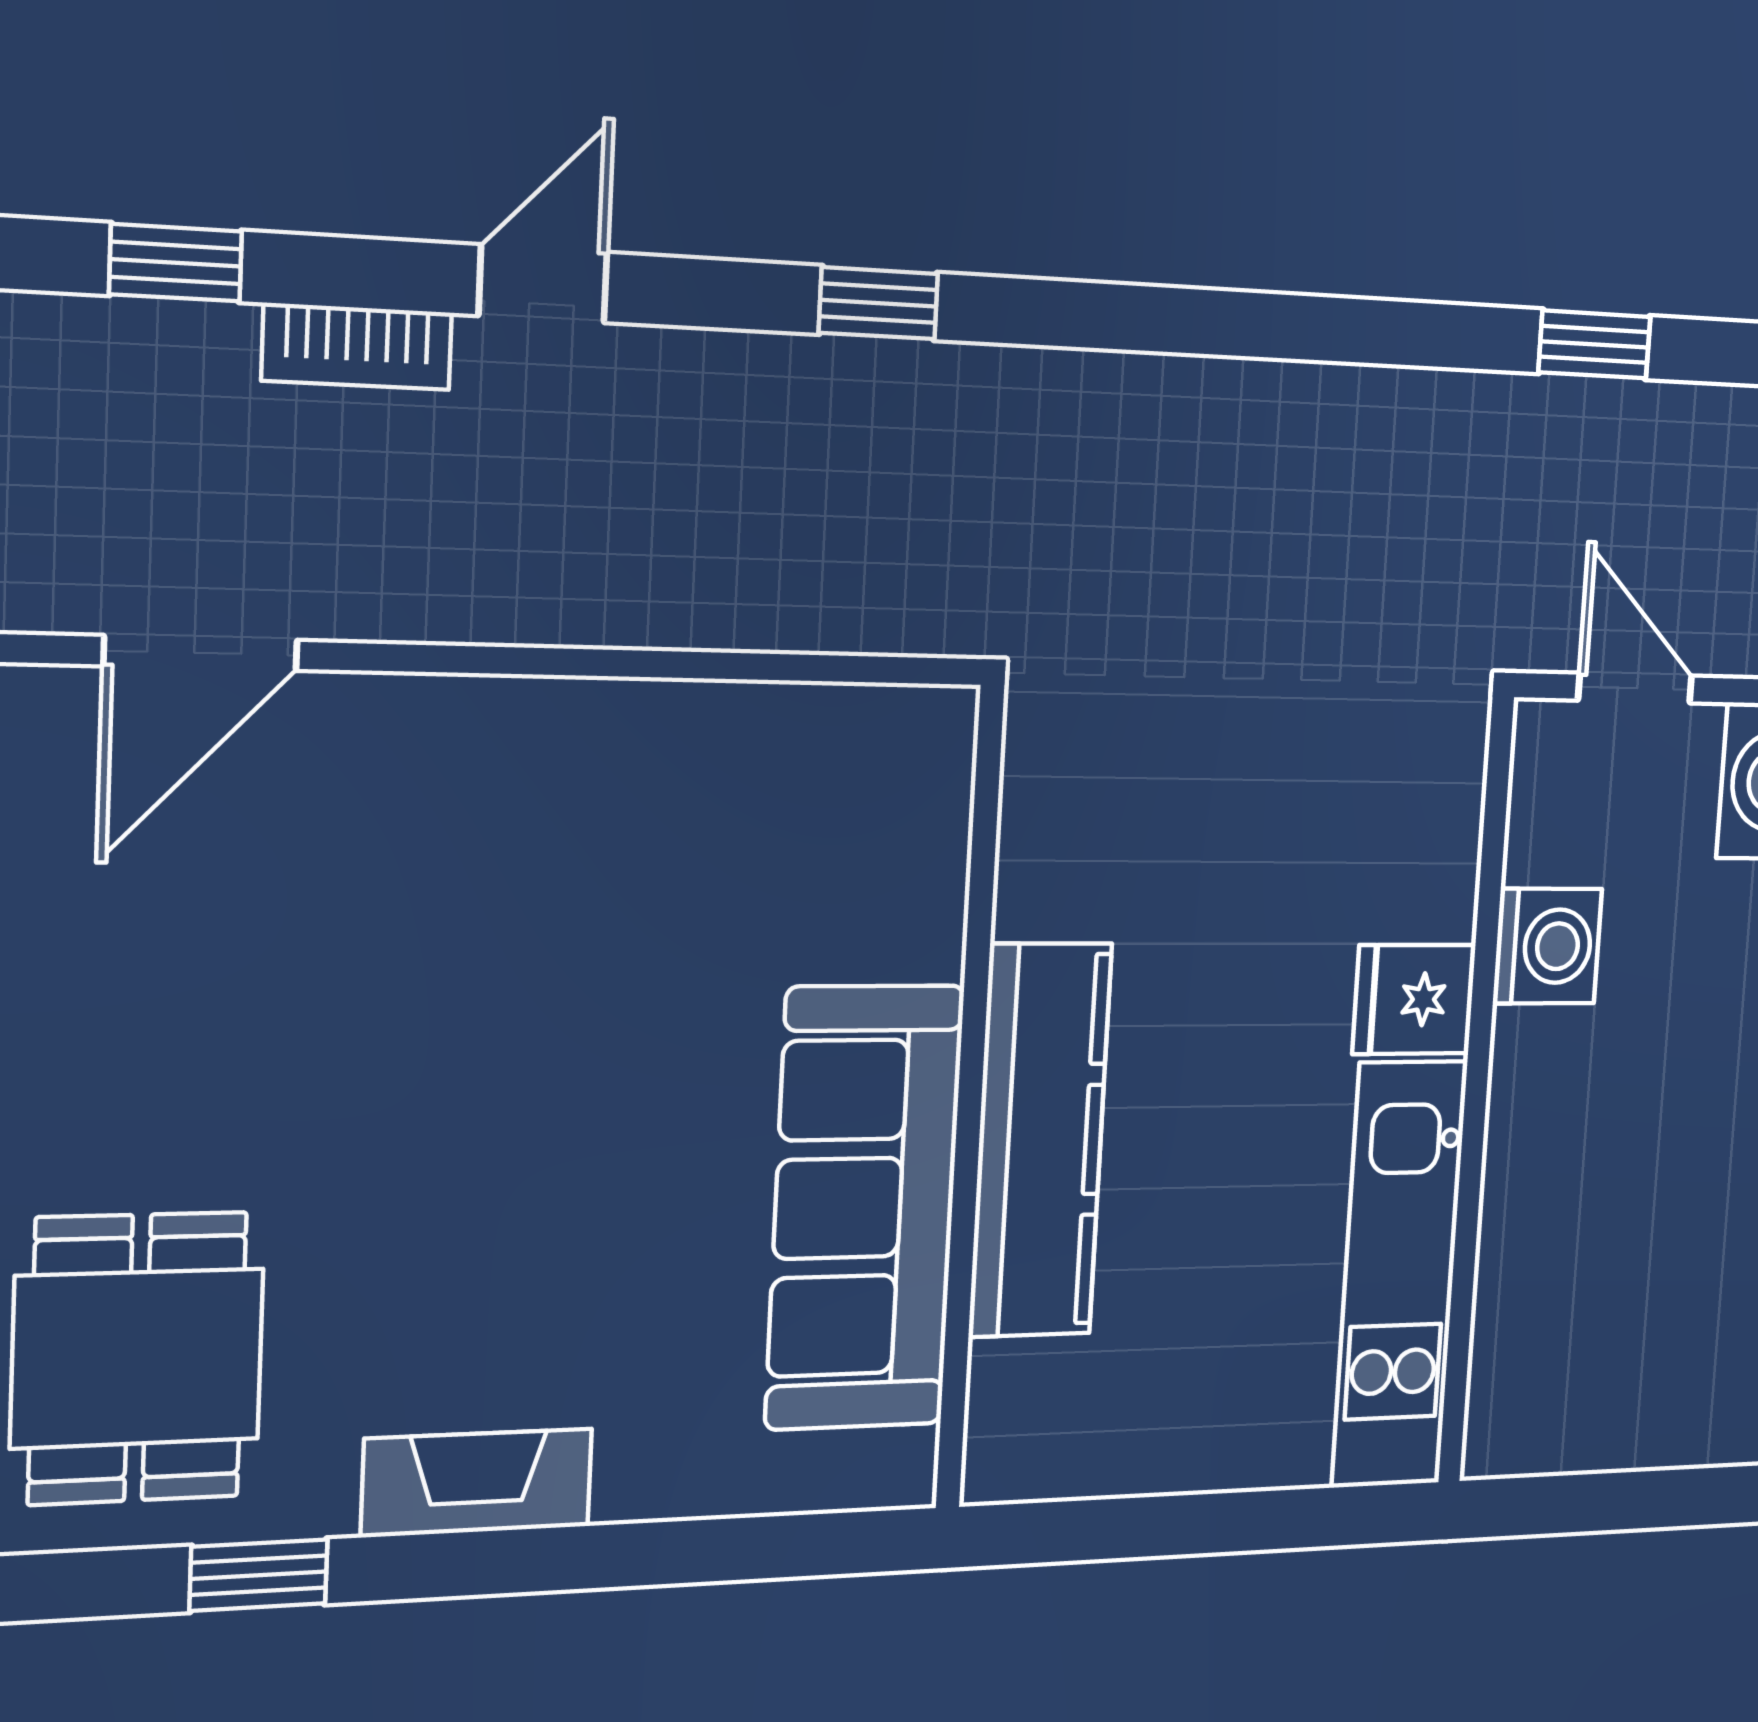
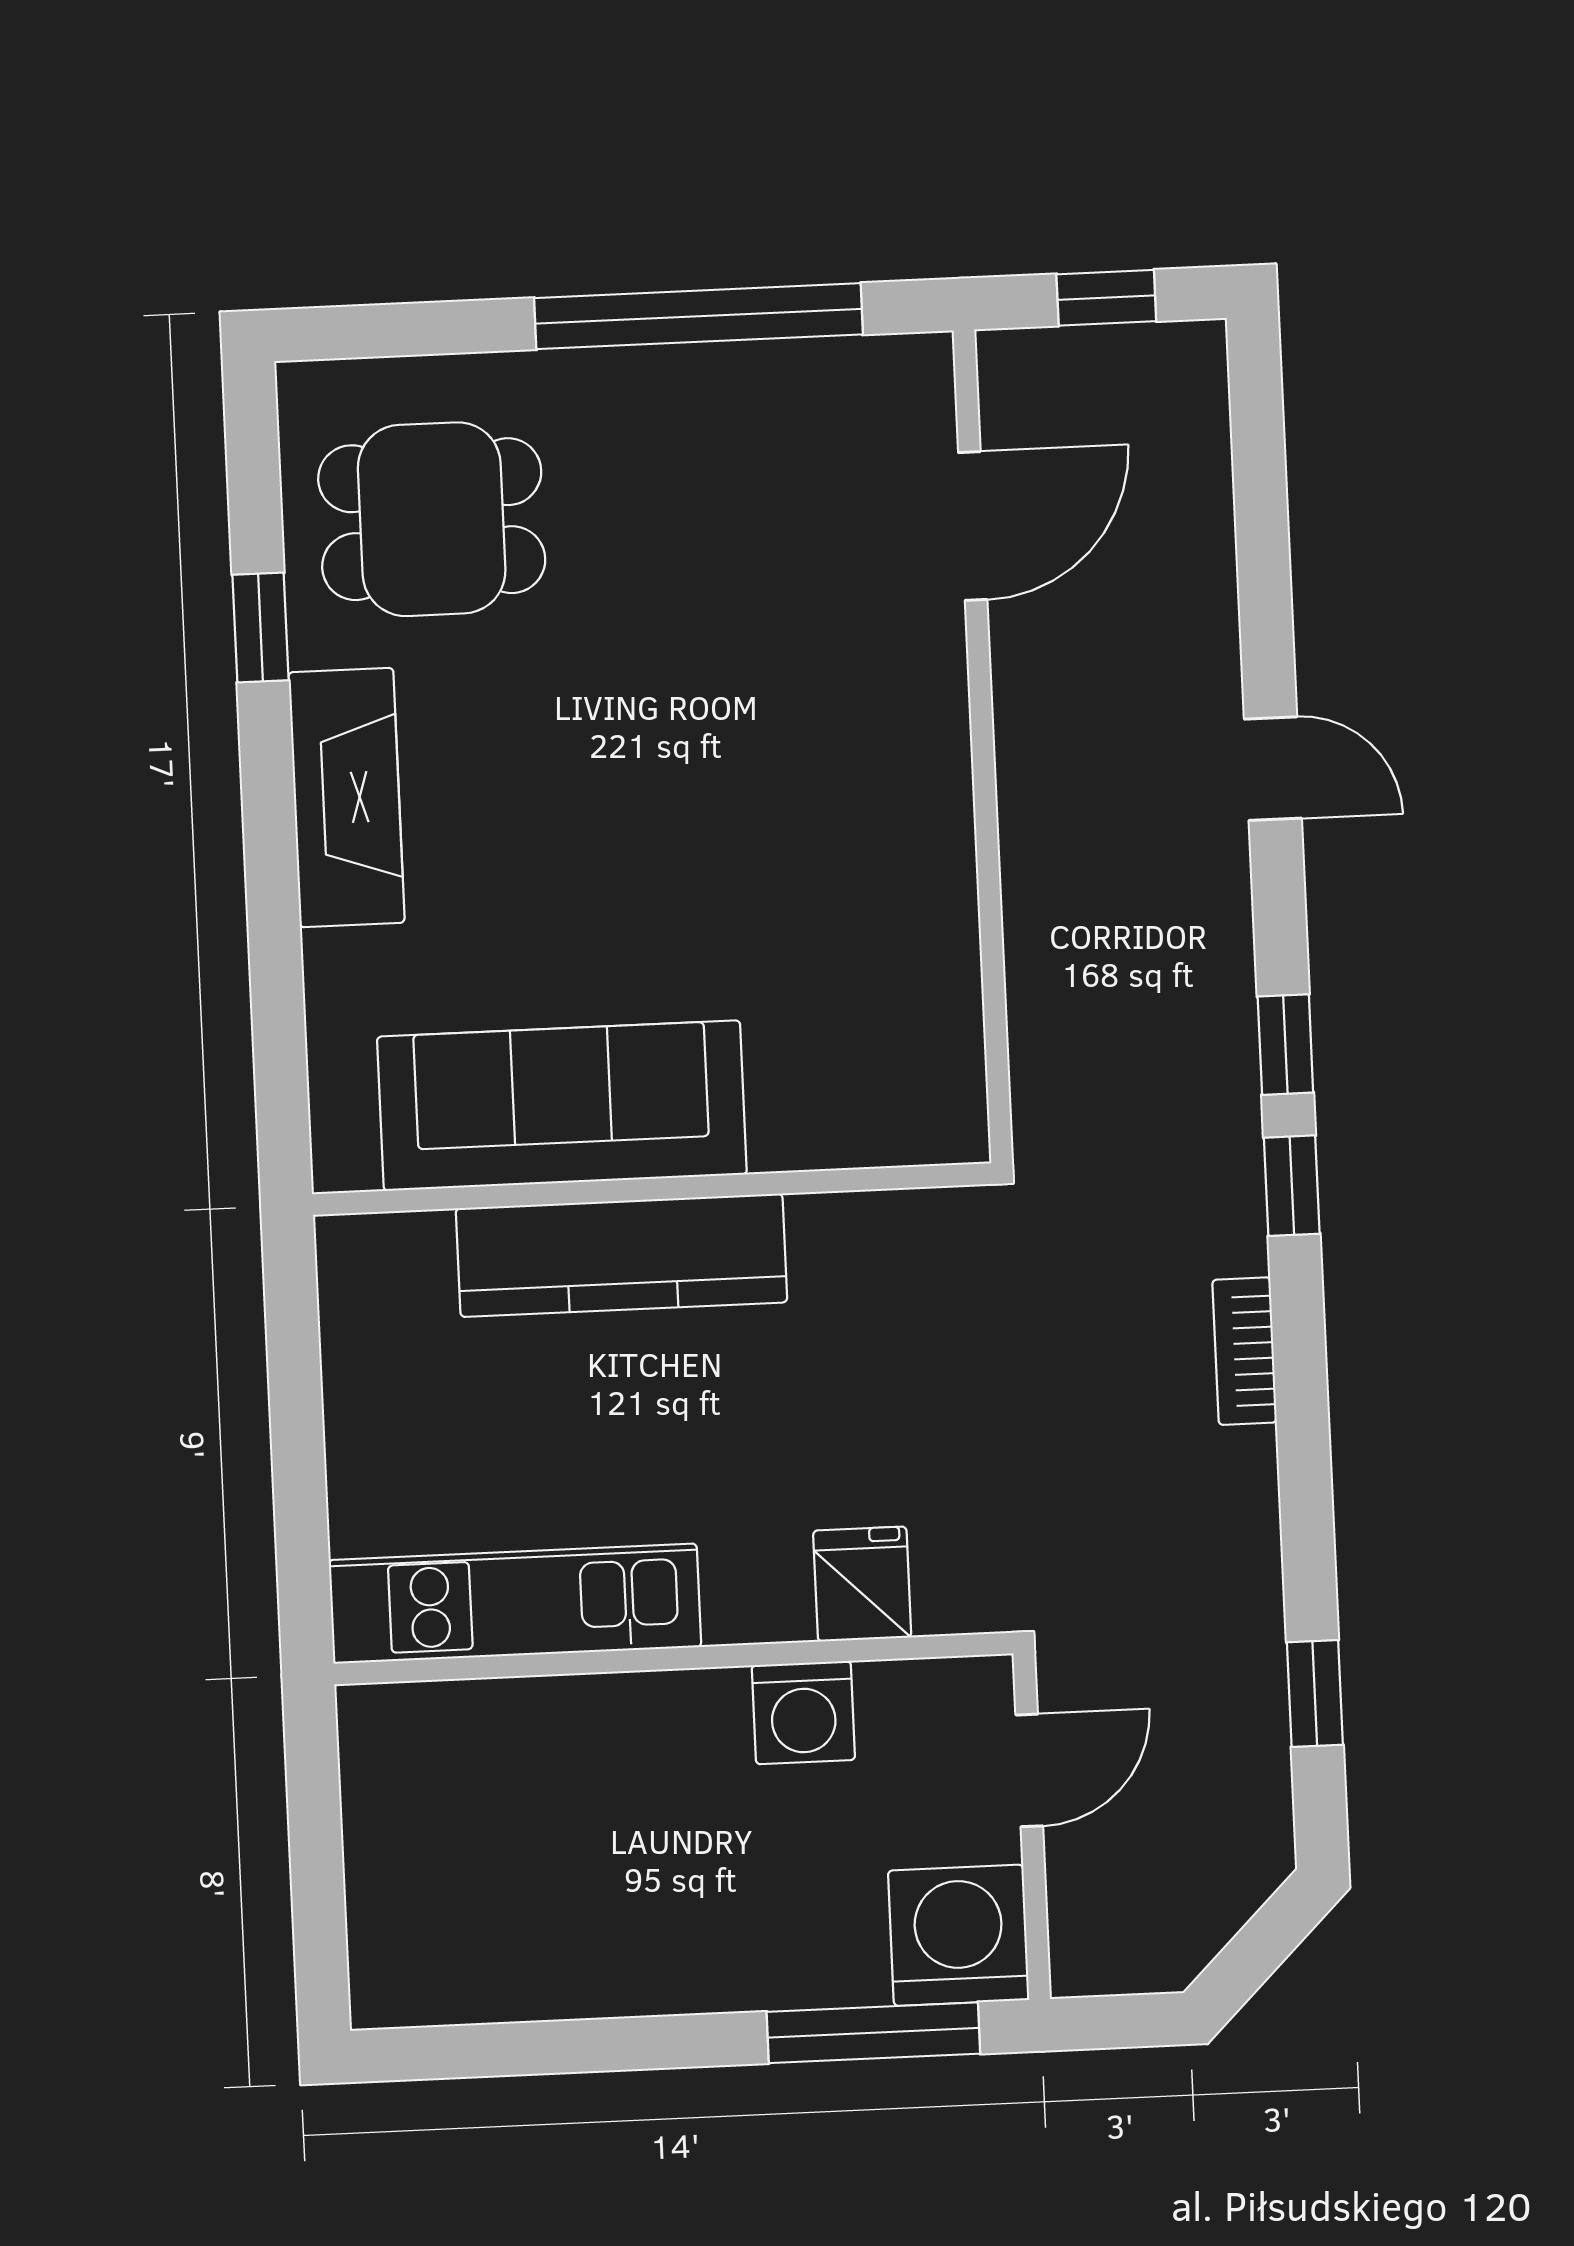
window: (176, 263) -> (1292, 1186), moved
bookcase: (357, 347) -> (1245, 1351), moved
door: (201, 653) -> (973, 526), swing flipped
fridge: (1414, 999) -> (862, 1584), moved
fireplace: (477, 1483) -> (346, 798), width x1.37, depth x1.32

